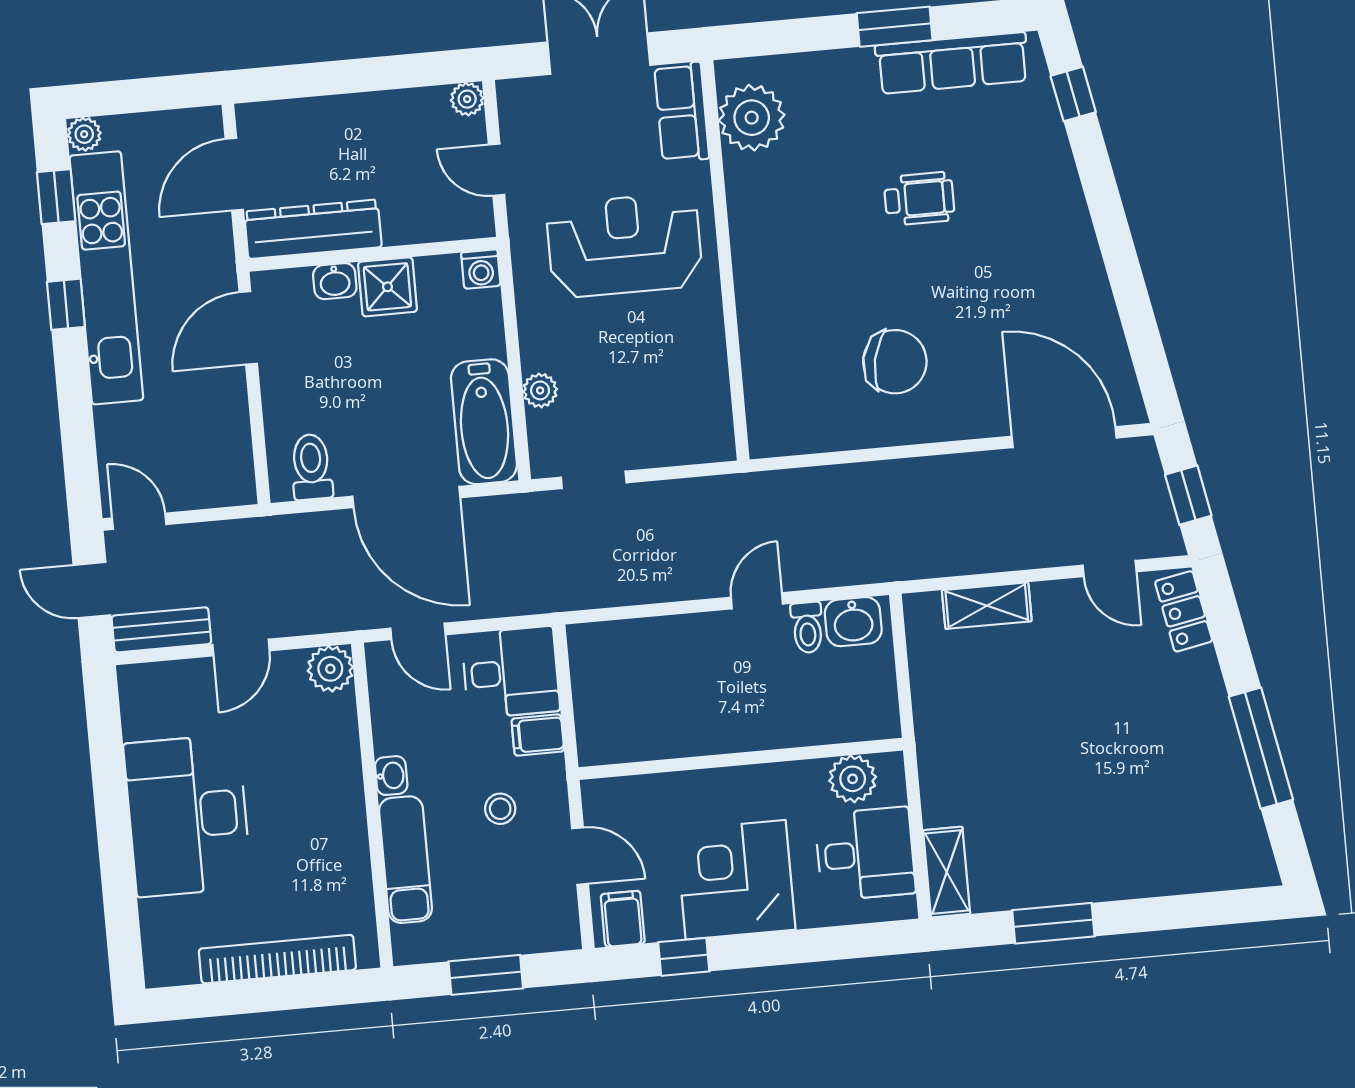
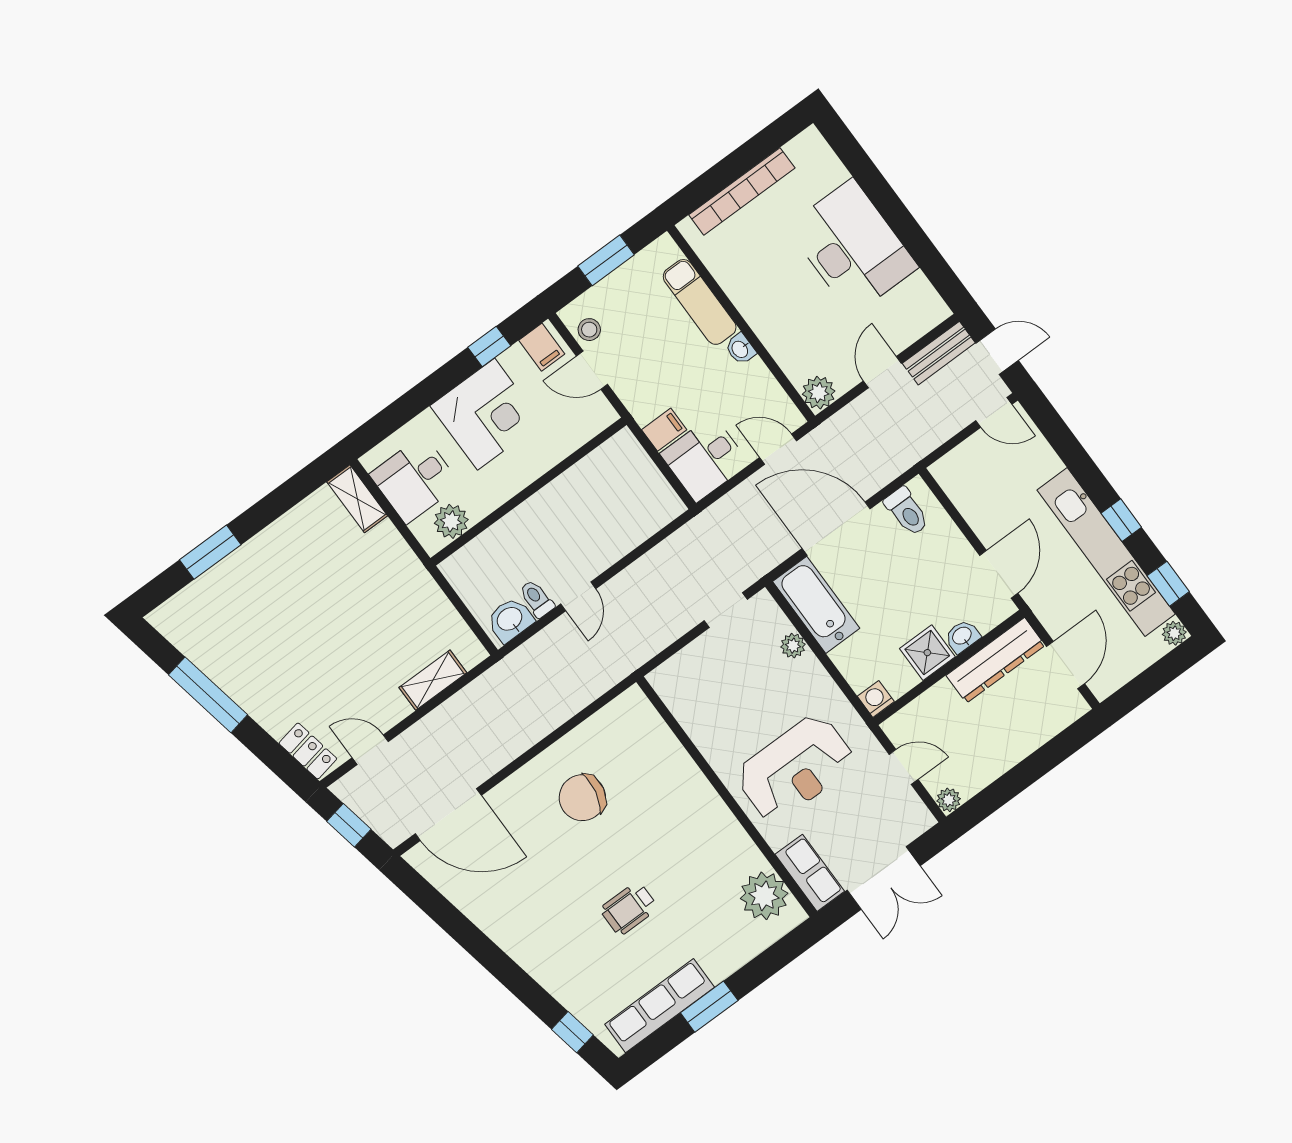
stool: (500, 809) -> (589, 330), moved
window: (1053, 923) -> (210, 552), moved

